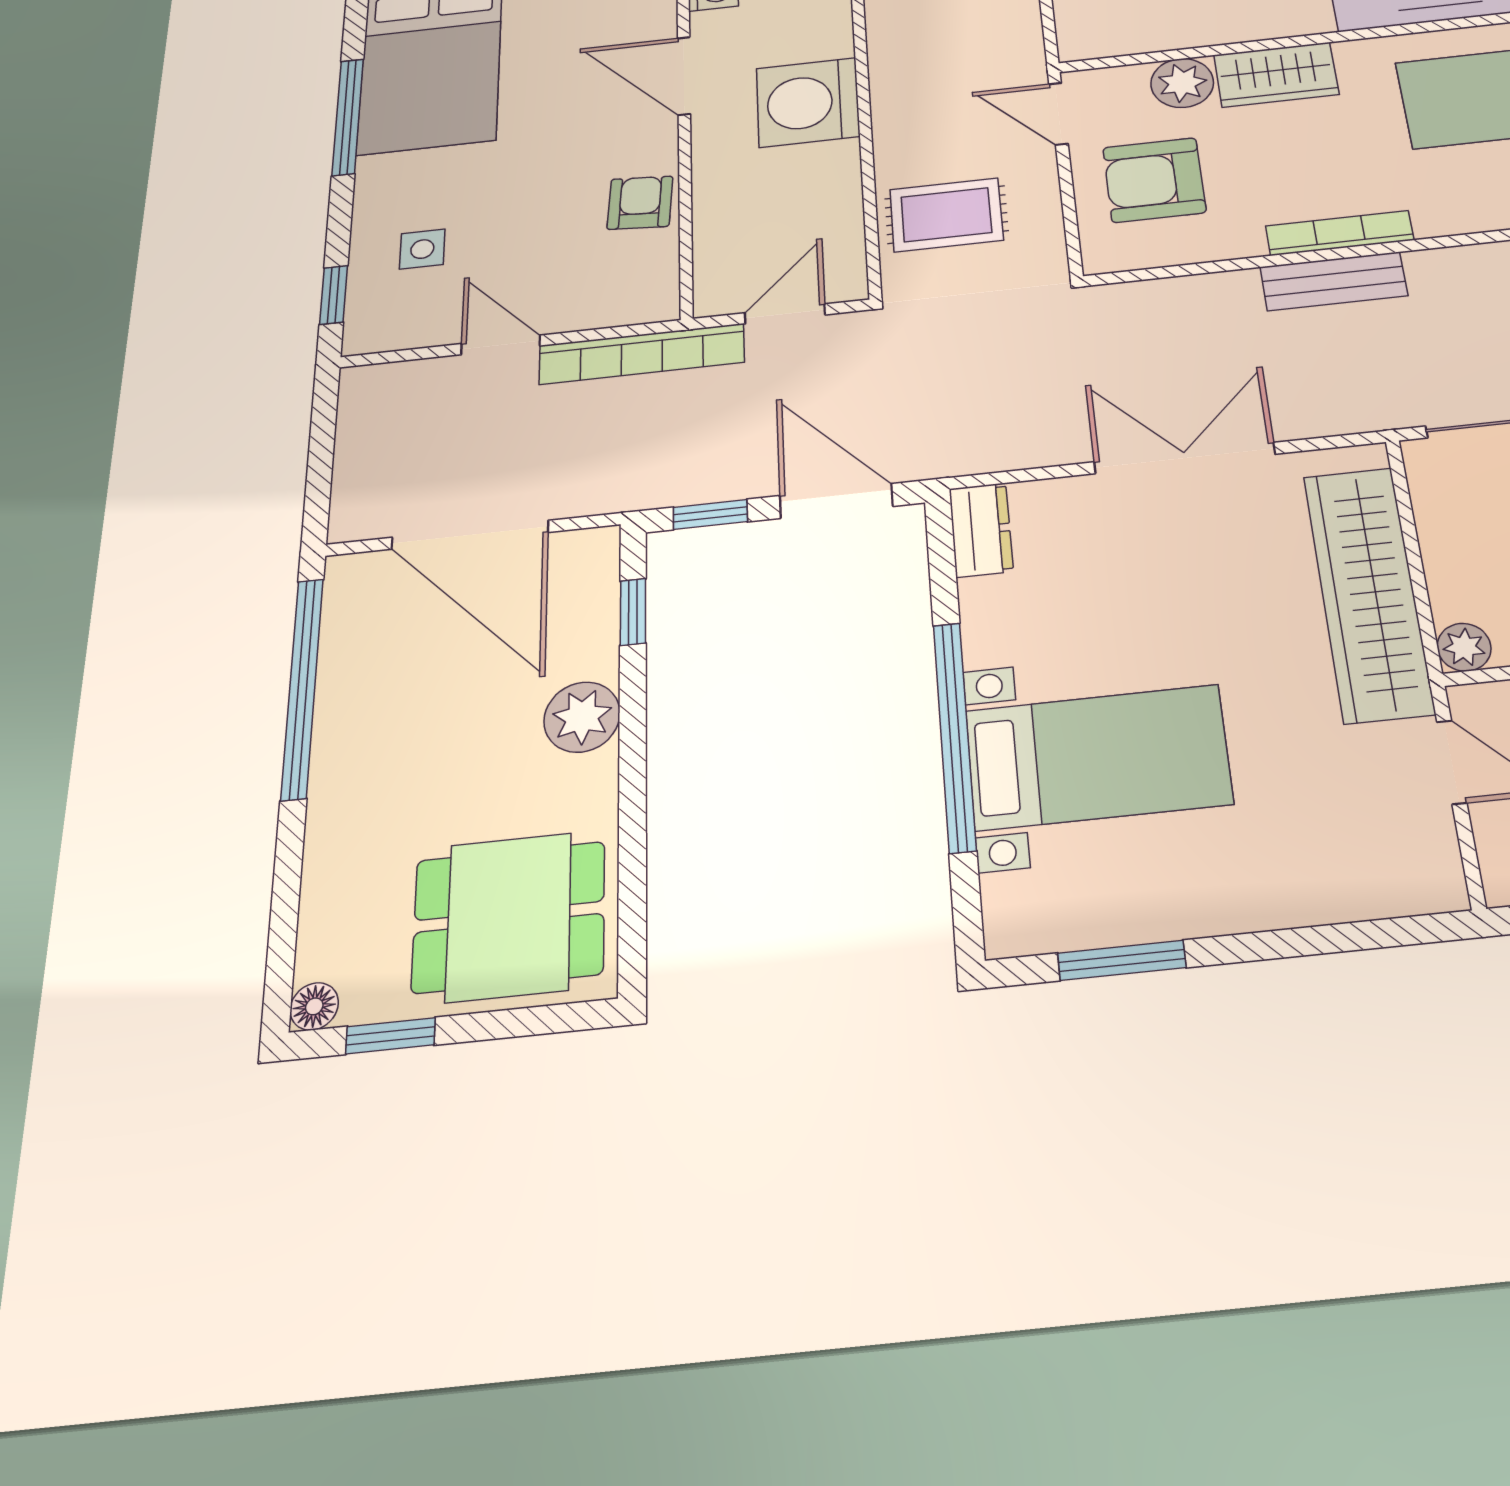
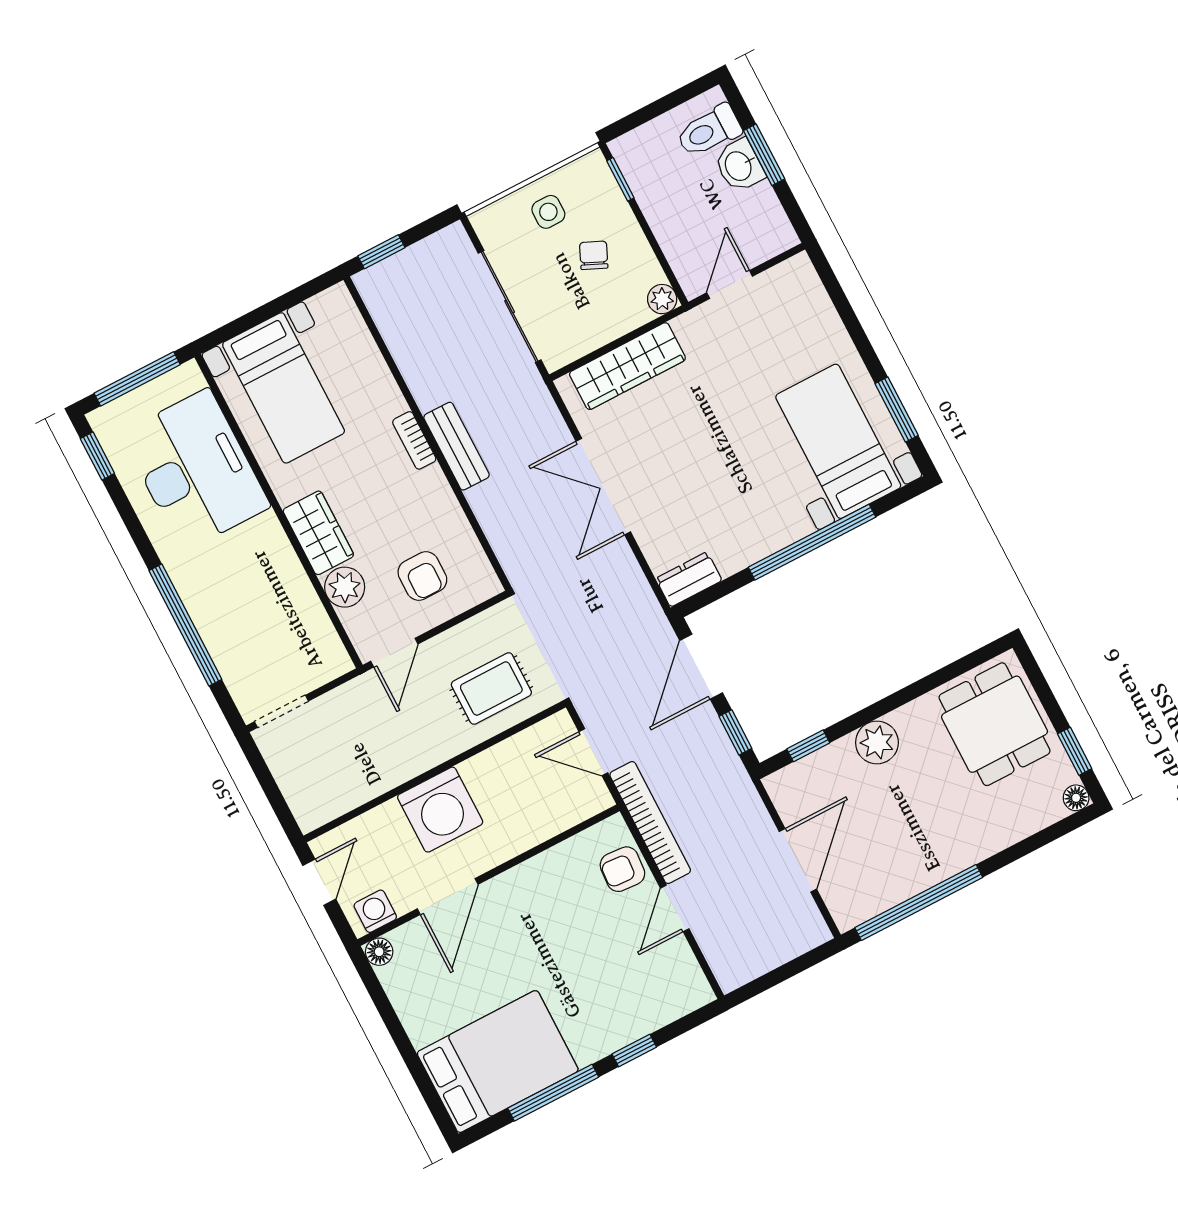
armchair: (1154, 180) -> (422, 576), width x0.72, depth x0.72
armchair: (640, 203) -> (622, 869), moved
rug: (946, 215) -> (491, 688), turned 90
bookcase: (1340, 233) -> (414, 440), width x0.64
side table: (422, 249) -> (629, 992), removed
window: (334, 295) -> (634, 1051), moved
door: (470, 535) -> (798, 860), width x0.73
wardrobe: (1368, 593) -> (627, 366), width x0.71, depth x0.85
bed with nightstands: (1098, 757) -> (838, 441), moved

